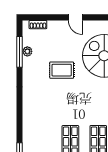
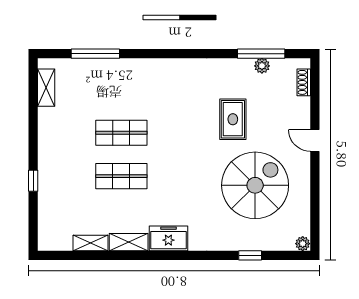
door: (75, 17) -> (315, 140), hinge flipped

